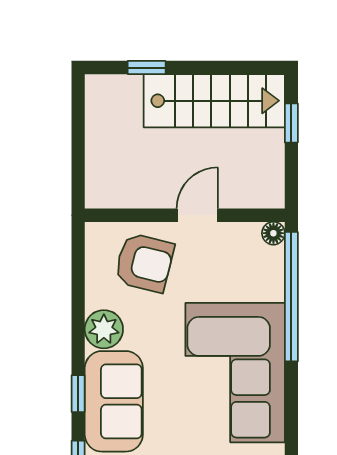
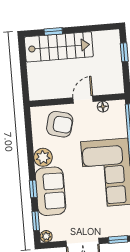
stairs: (214, 101) -> (59, 47), moved
floor lamp: (273, 233) -> (103, 107), moved

